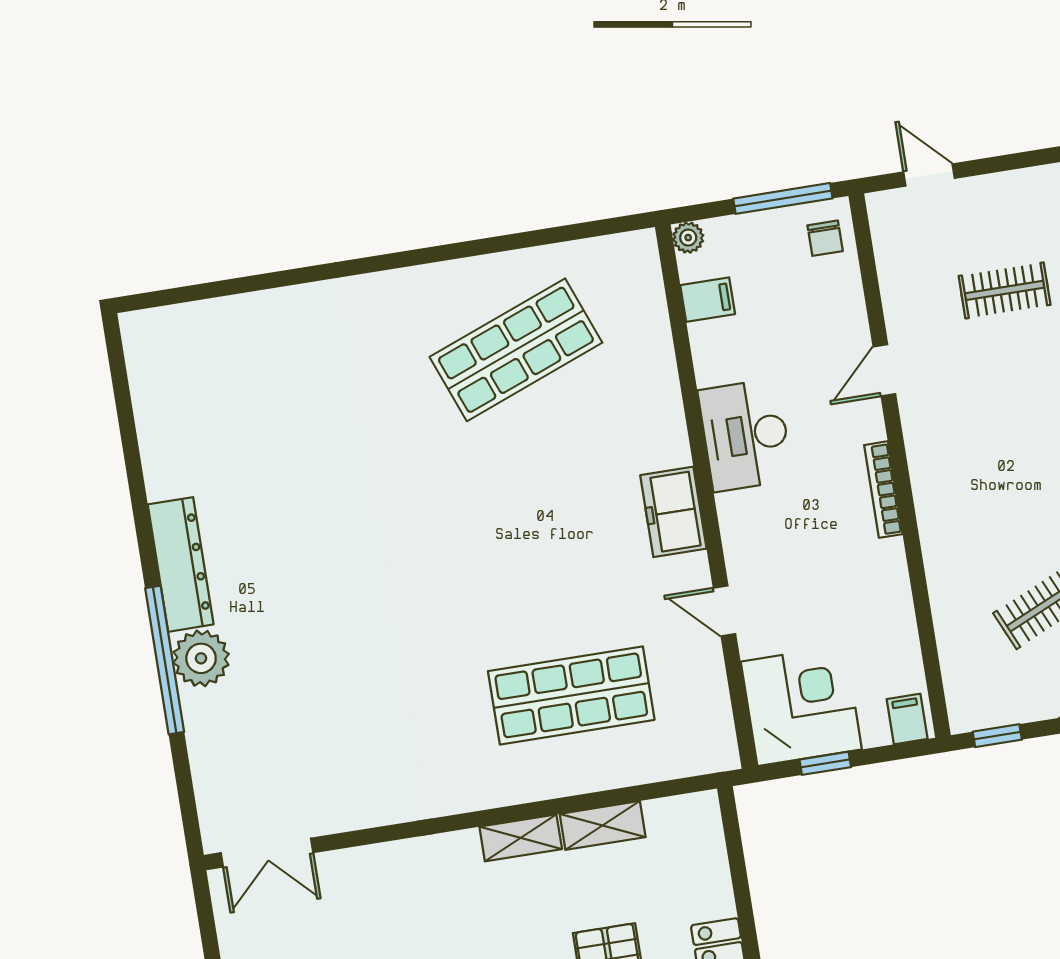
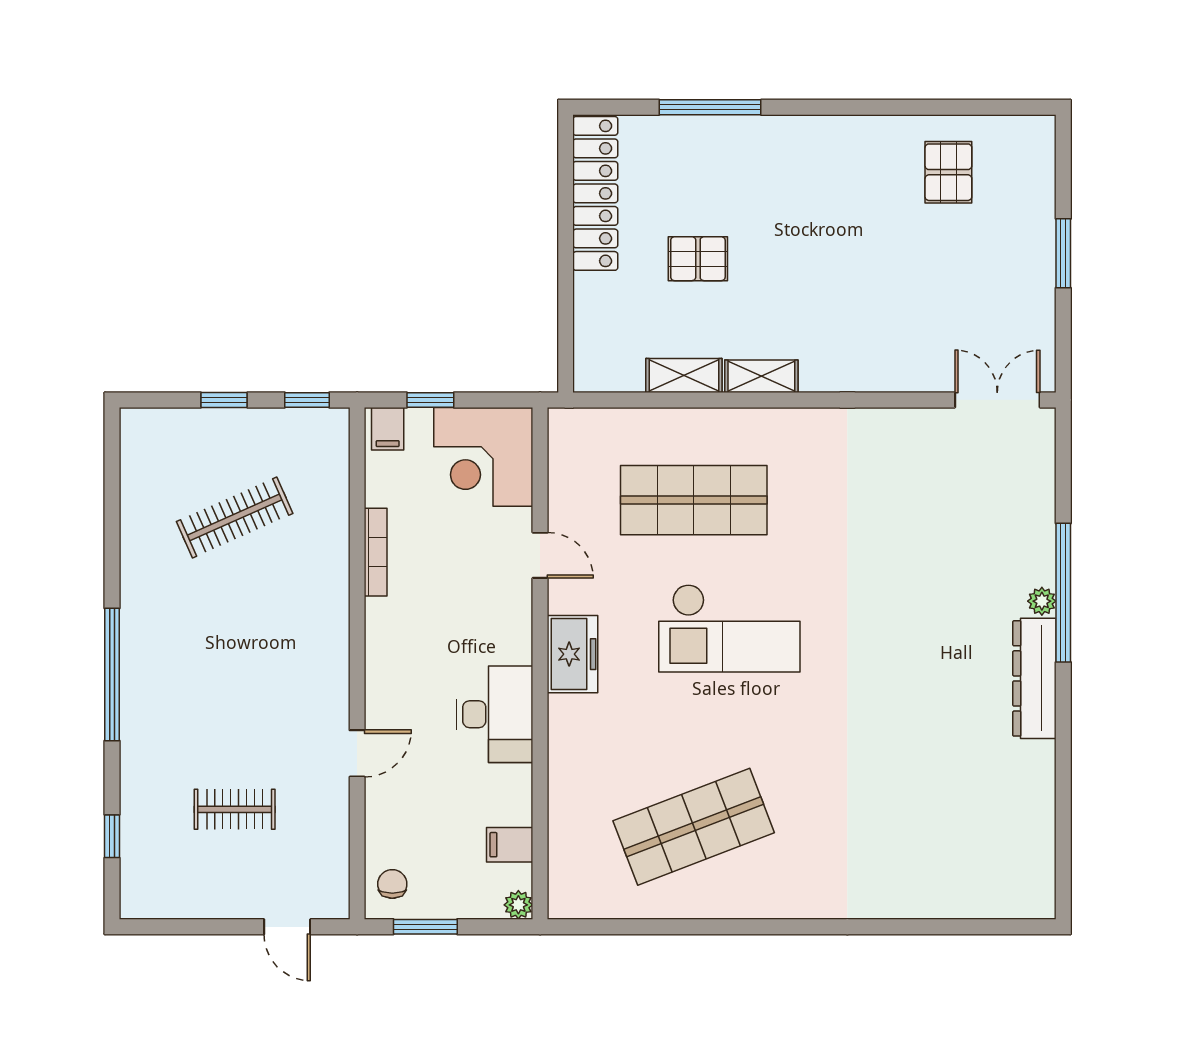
window: (783, 198) -> (425, 927), width x0.69
bookcase: (883, 490) -> (376, 552), moved
checkout: (512, 566) -> (729, 628), added
plant: (201, 658) -> (1042, 601), width x0.53, depth x0.53
window: (825, 763) -> (430, 400), moved

